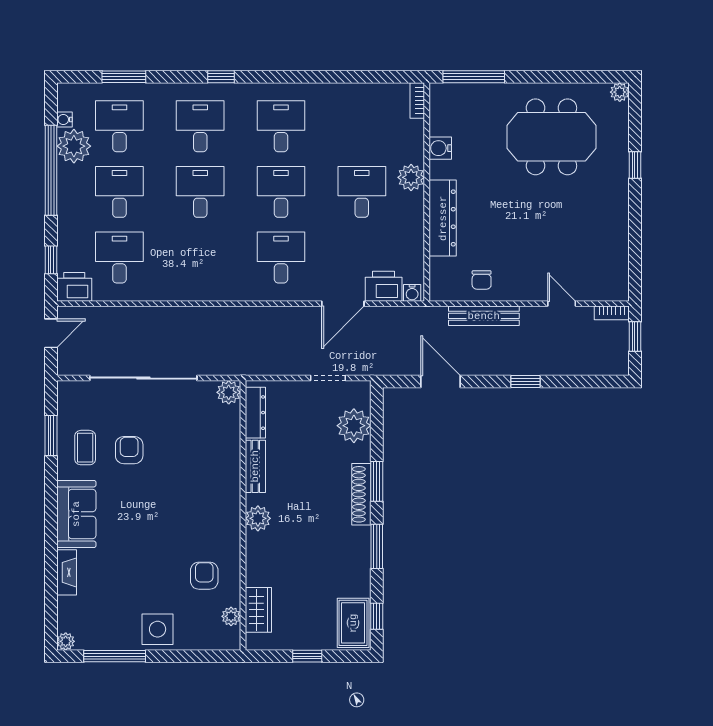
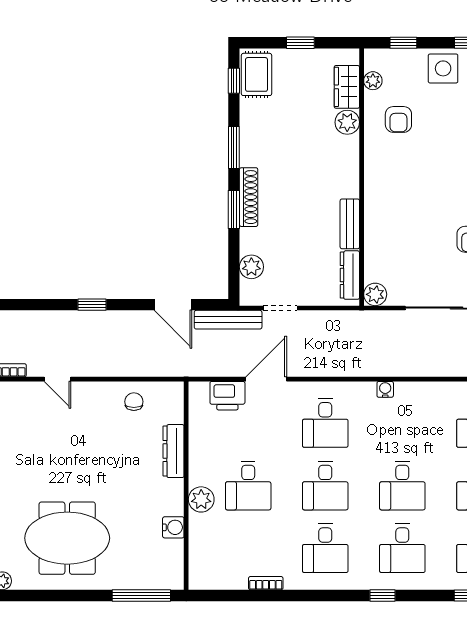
bookcase: (417, 100) -> (266, 583), moved, turned -90
dresser: (443, 218) -> (174, 451), width x0.73, depth x0.80
water cooler: (412, 293) -> (385, 389), moved
bench: (484, 316) -> (228, 320), moved
plant: (354, 426) -> (251, 267), width x0.73, depth x0.73
plant: (258, 518) -> (347, 122), moved
window: (199, 656) -> (403, 43), added

